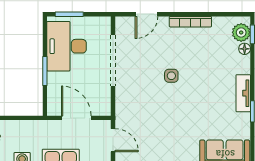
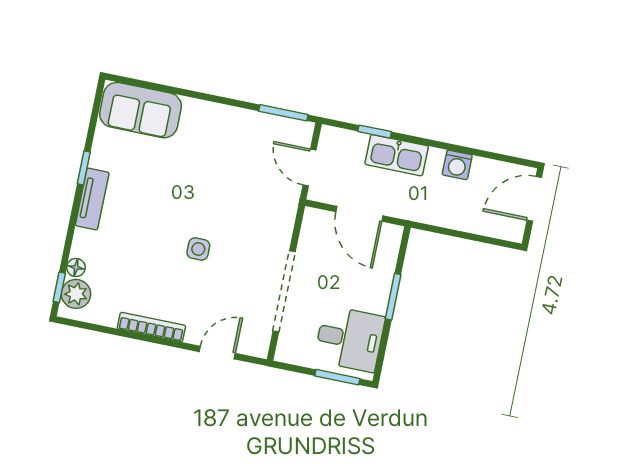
desk: (67, 46) -> (349, 339), width x0.73

